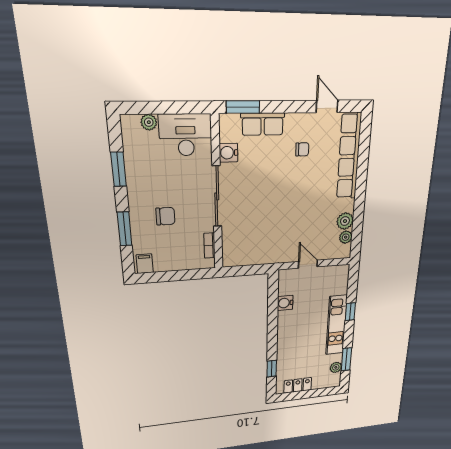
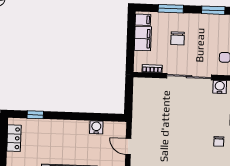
filing cabinet: (170, 261) -> (143, 38), added
door: (308, 264) -> (128, 147), swing flipped

